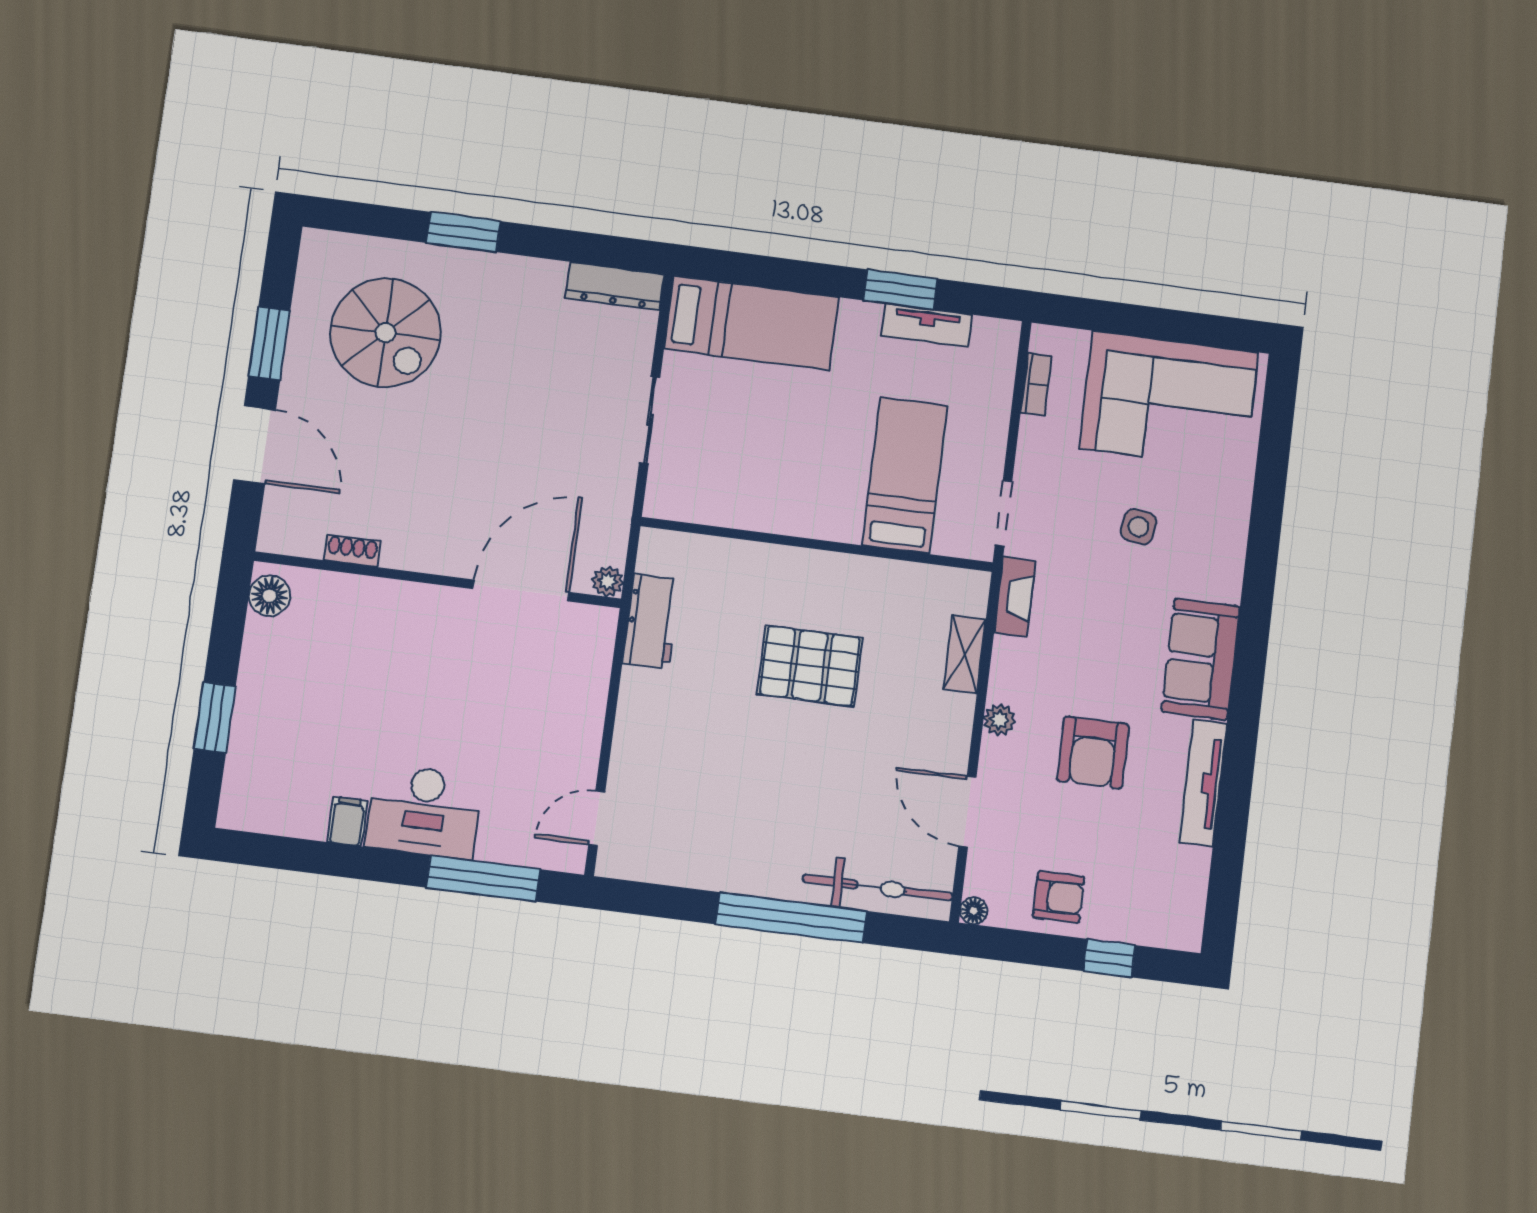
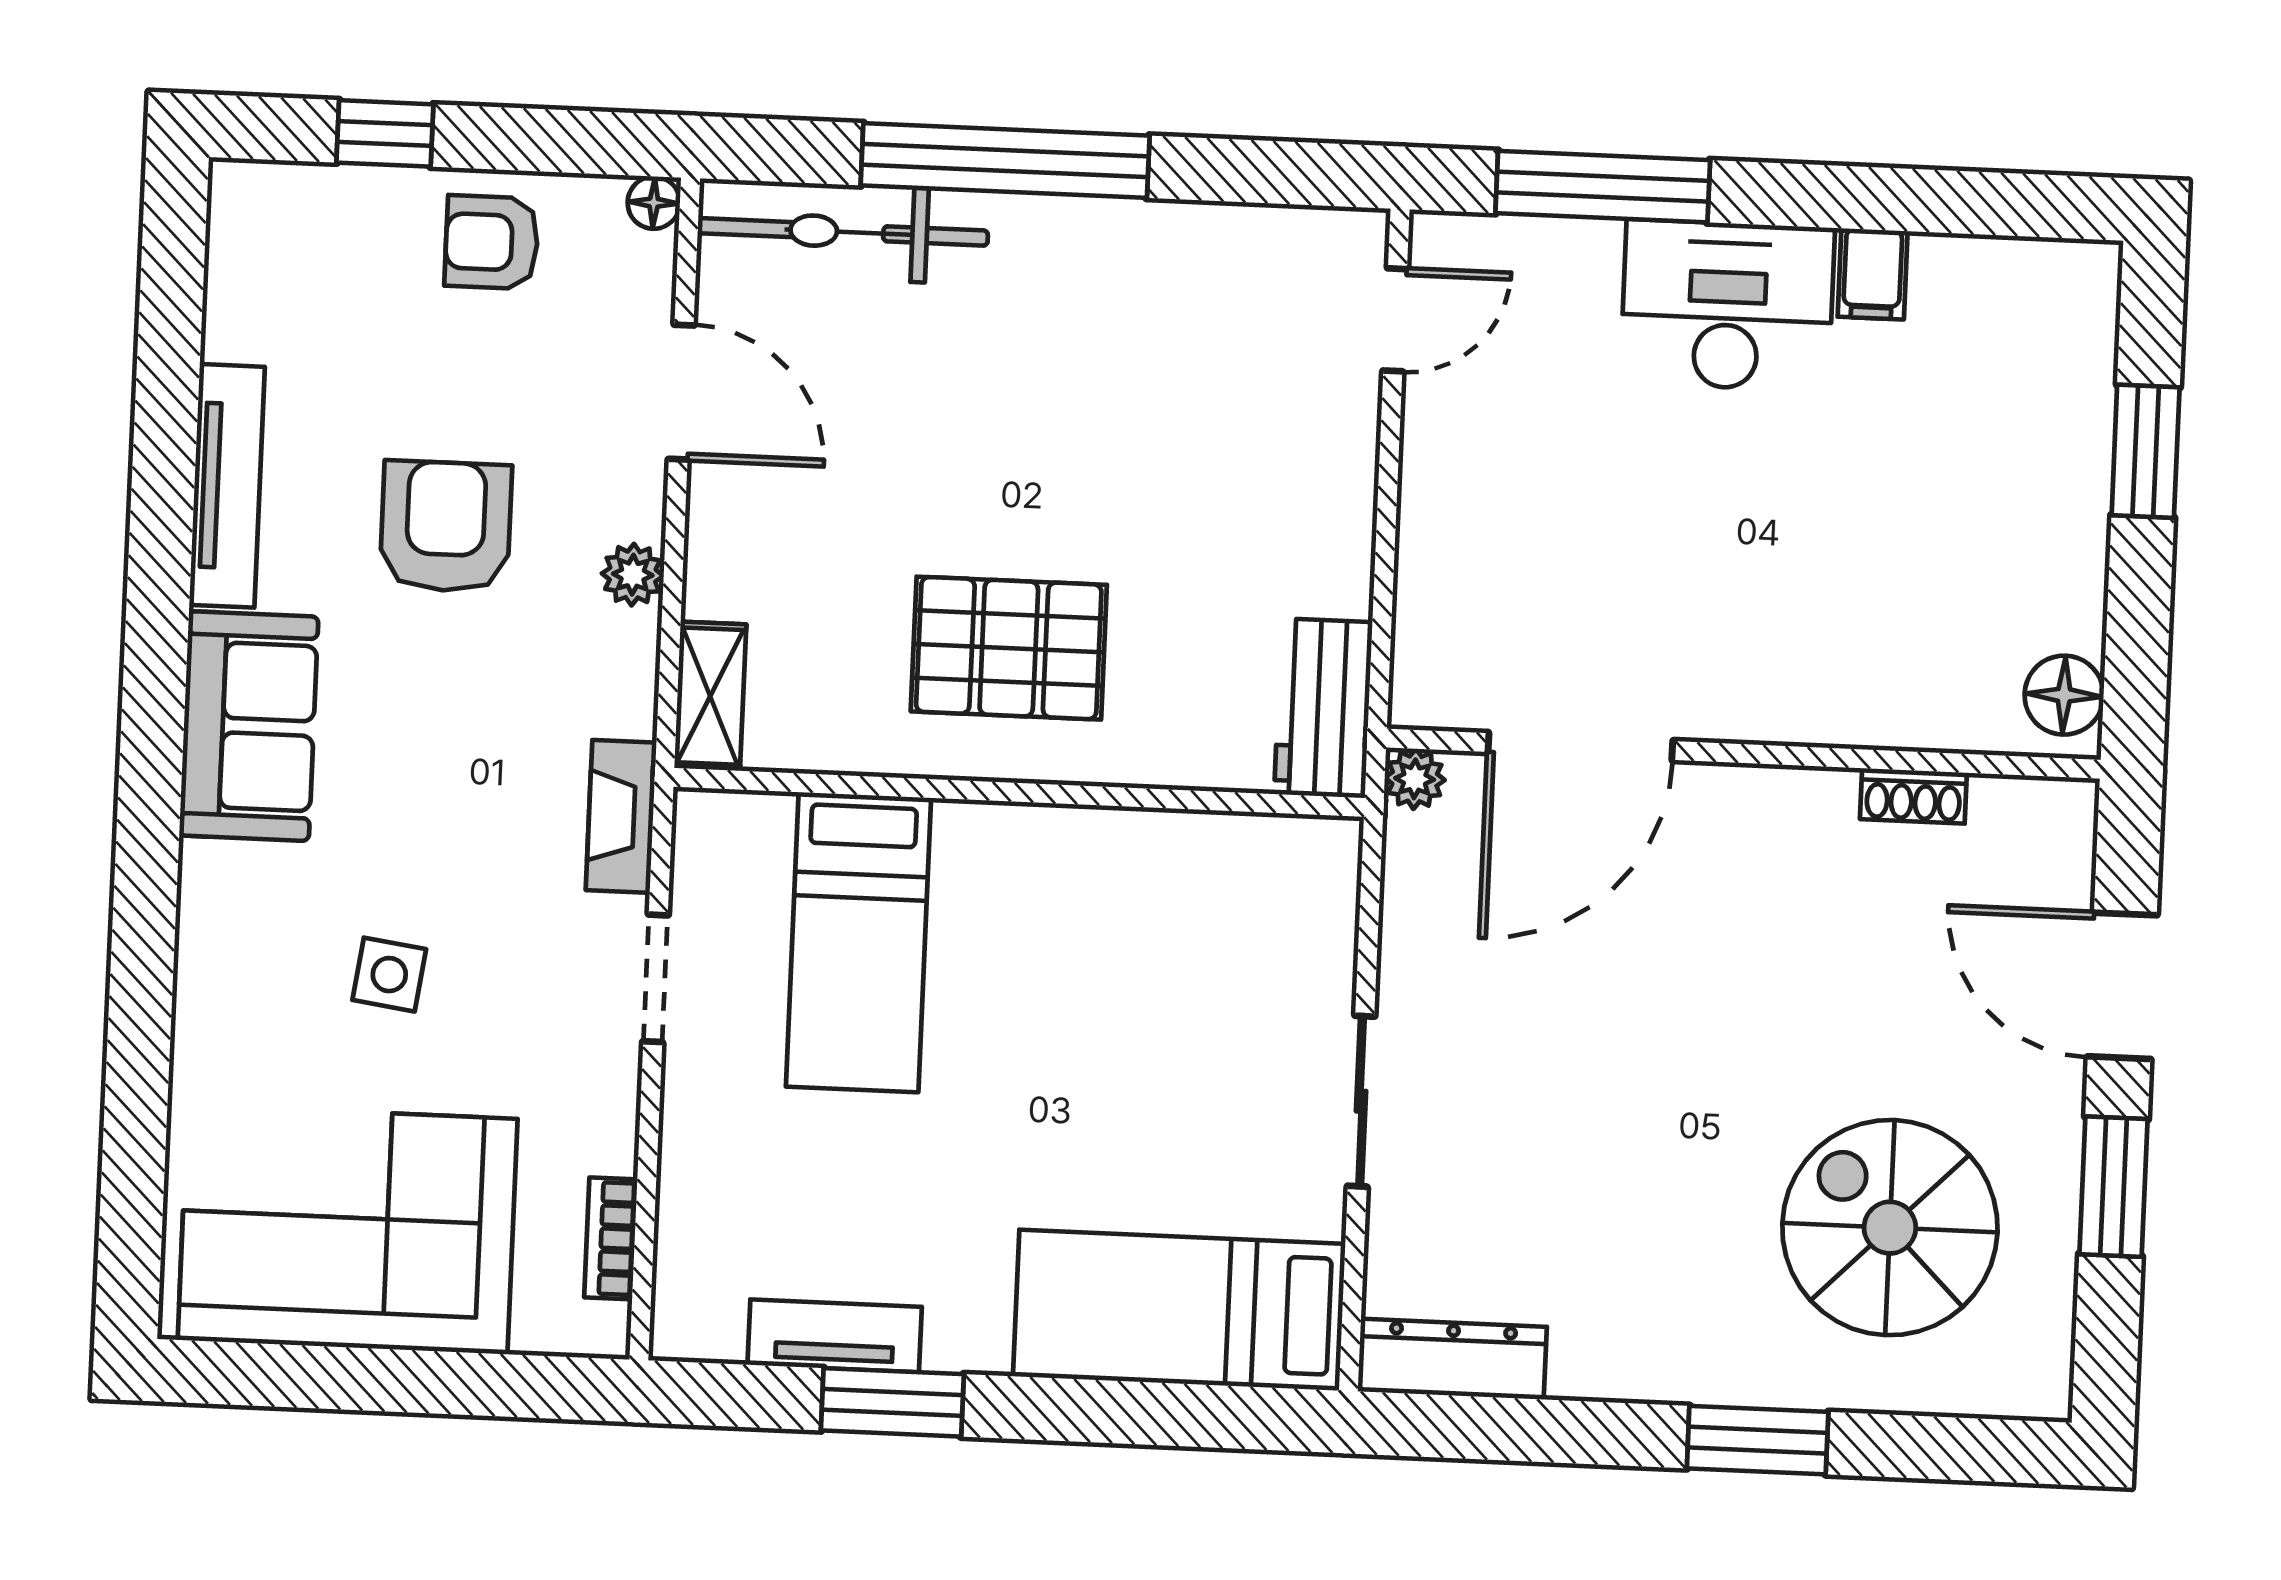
bed: (905, 475) -> (859, 942), moved
wall: (817, 544) -> (1019, 792), moved

